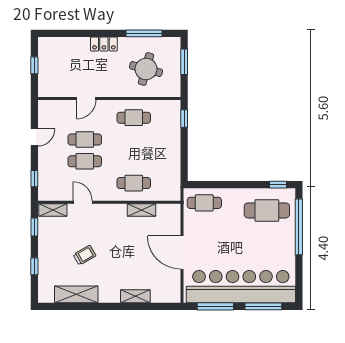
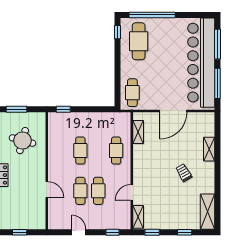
cafe table: (134, 118) -> (80, 151), moved
shelving: (142, 210) -> (138, 132), moved
trolley: (85, 255) -> (184, 173), moved
shelving: (76, 294) -> (208, 212), moved

